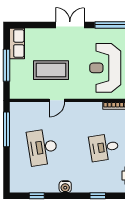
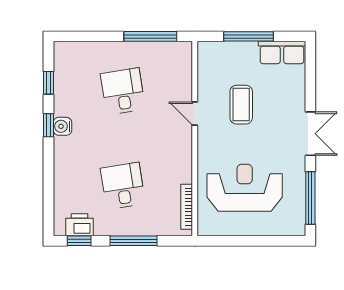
coffee table: (51, 70) -> (241, 105), width x0.73, depth x0.76
desk: (42, 147) -> (123, 91), width x0.73
window: (98, 196) -> (48, 125), moved

